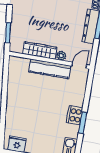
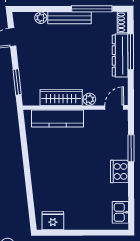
kitchen counter: (50, 69) -> (58, 118), moved
window: (83, 123) -> (131, 148), moved

